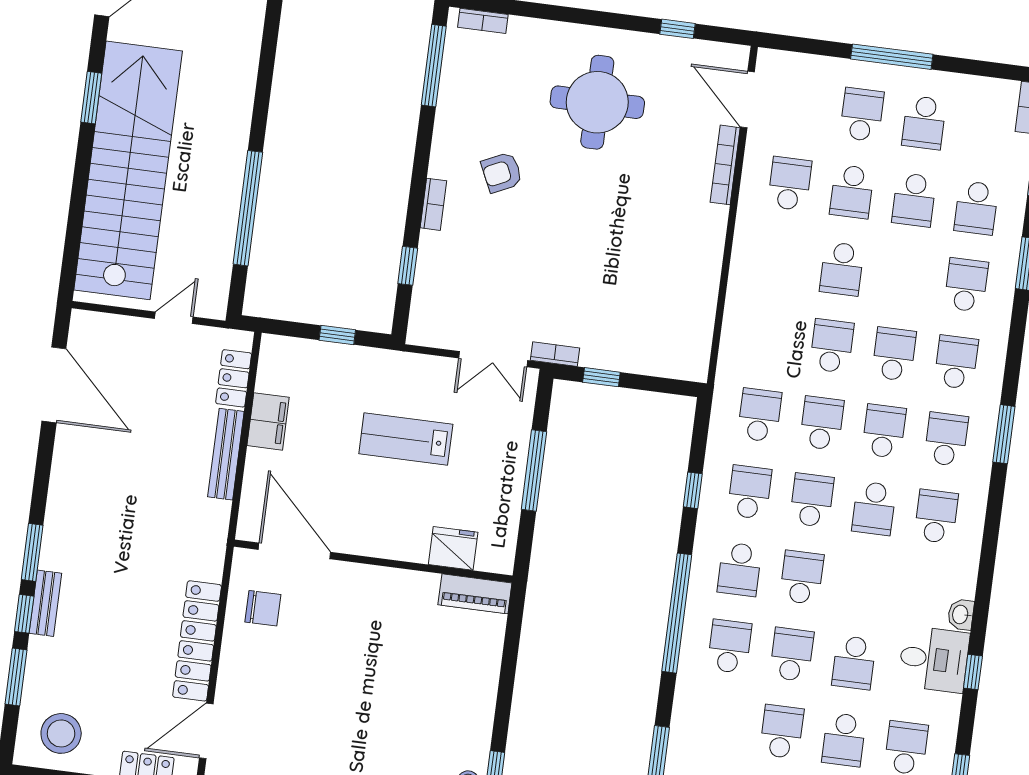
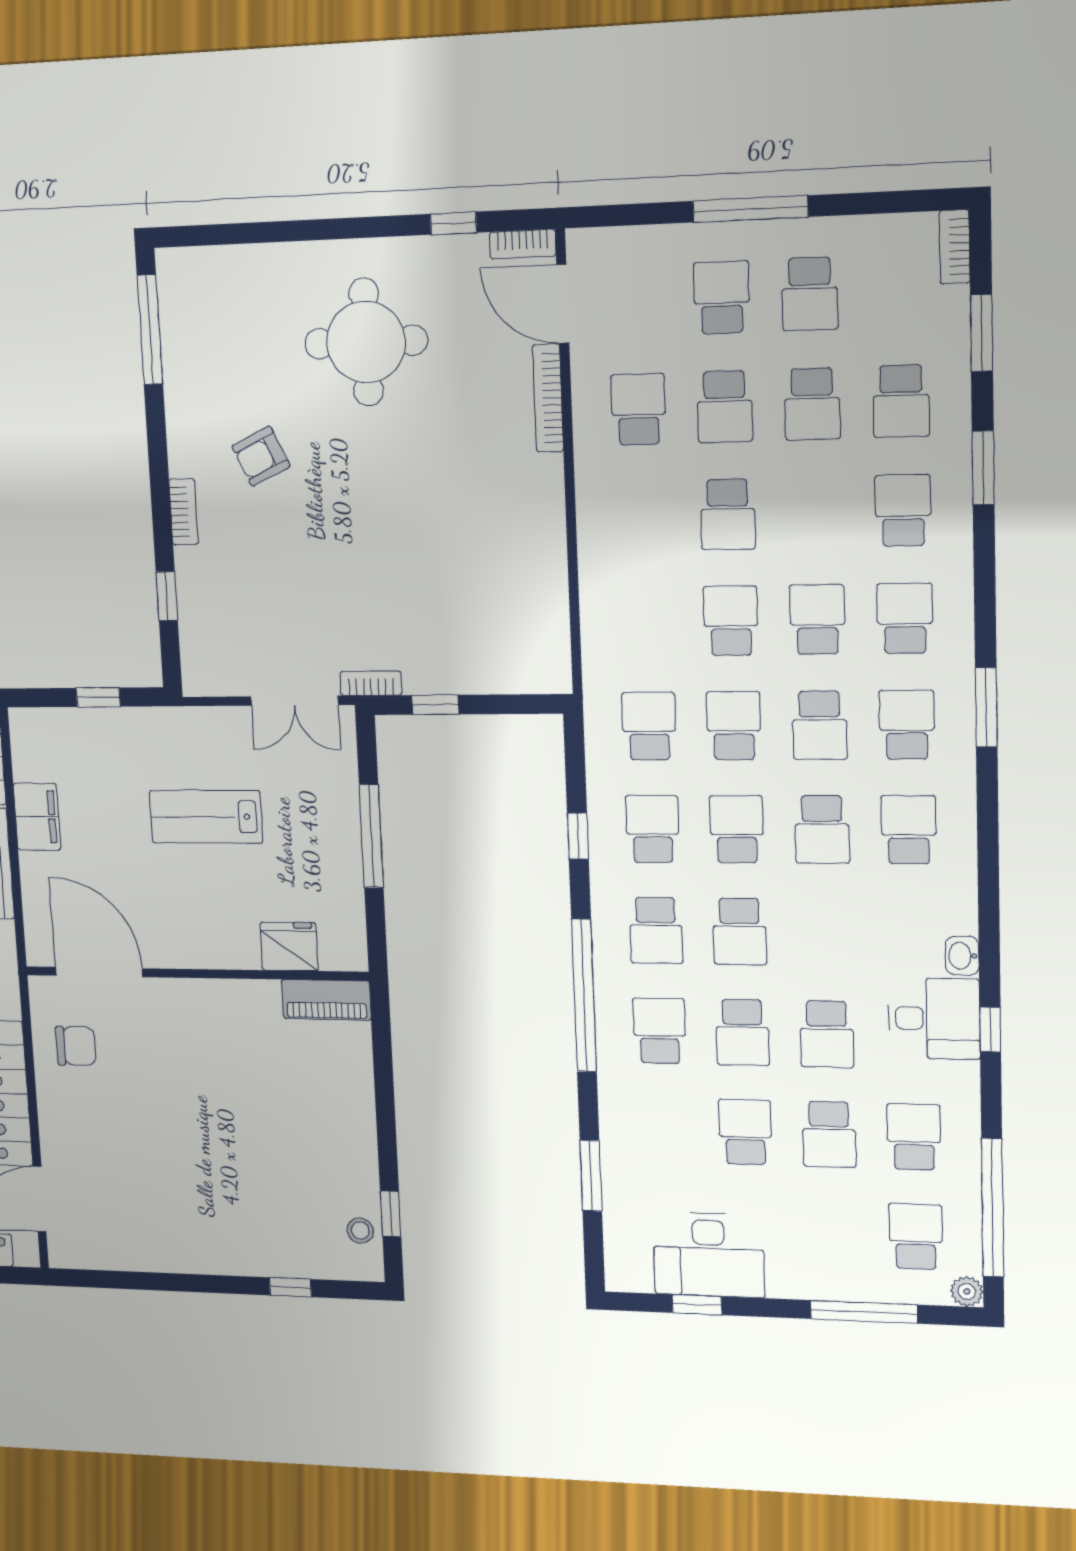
bookcase: (483, 21) -> (523, 244), moved
school desk: (884, 431) -> (820, 725), turned 180
school desk: (802, 577) -> (740, 931), turned 180
school desk: (792, 654) -> (742, 1032), turned 180

